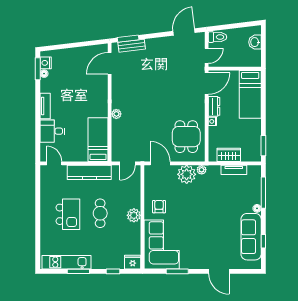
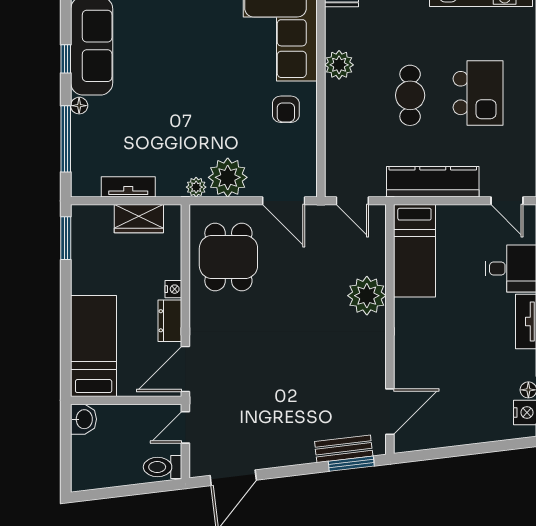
washbasin: (255, 42) -> (84, 419), moved
plant: (116, 114) -> (367, 296), width x1.88, depth x1.88
door: (128, 163) -> (352, 201), swing flipped
kitchen island: (68, 214) -> (478, 93), turned 180
plant: (134, 215) -> (339, 65), moved
window: (263, 241) -> (66, 59), moved

